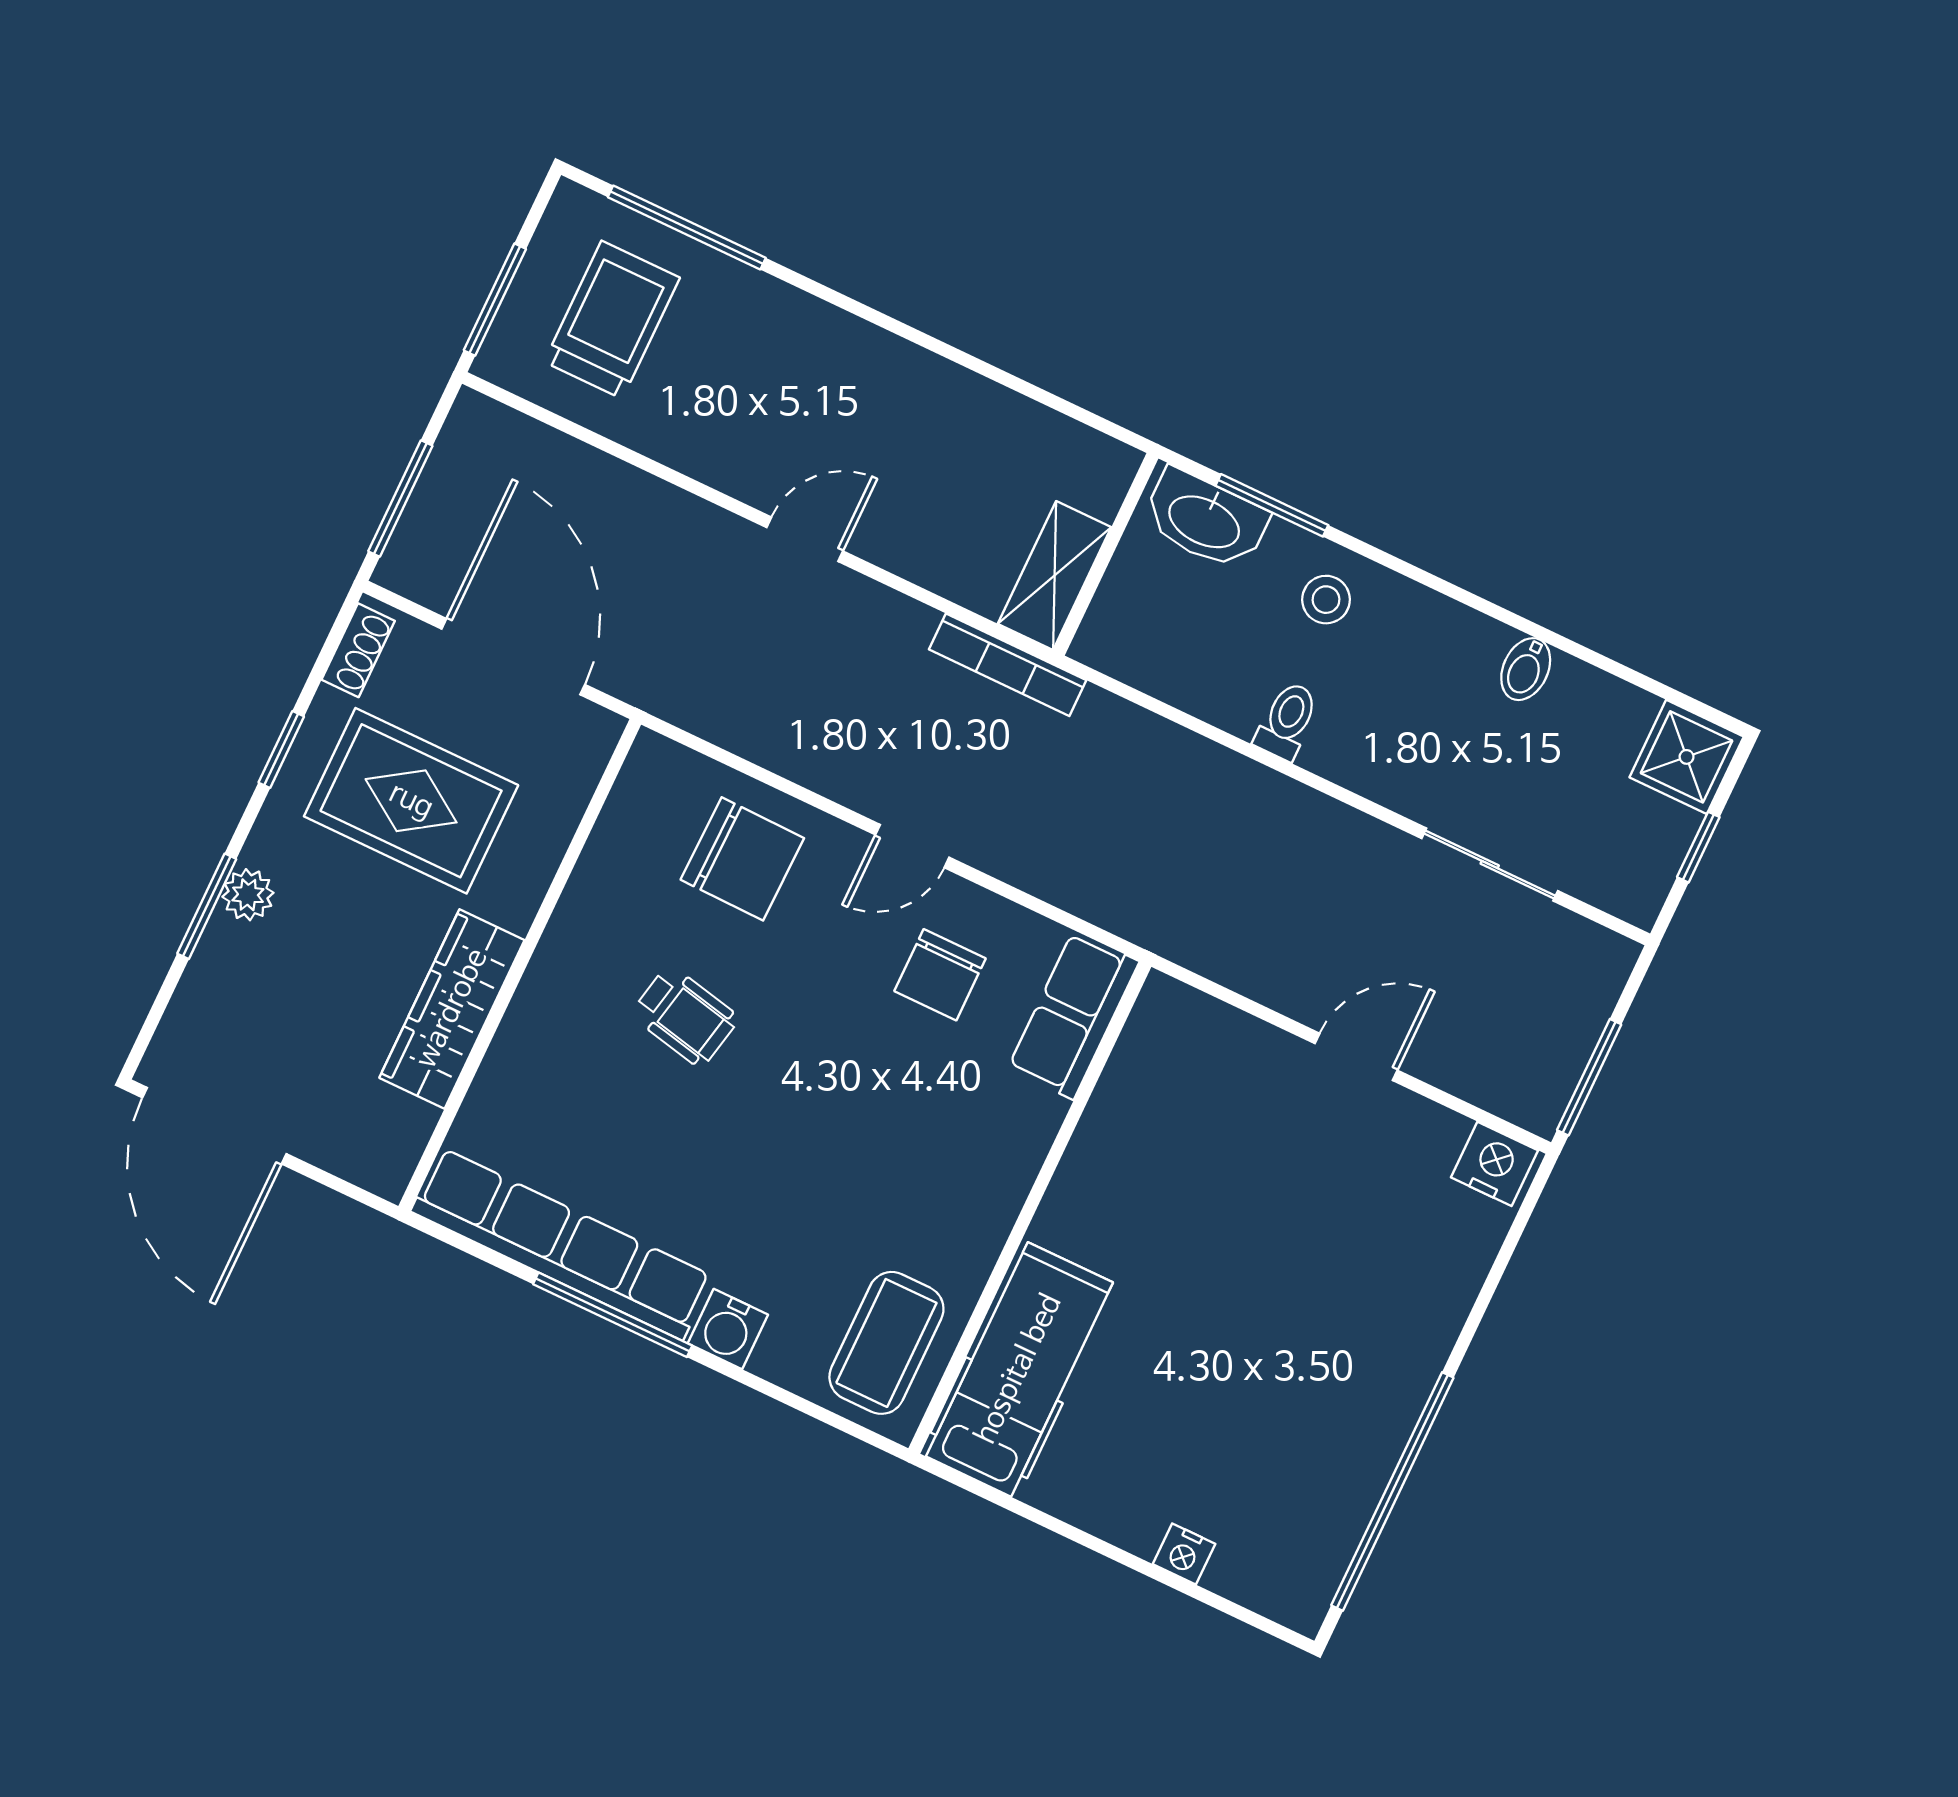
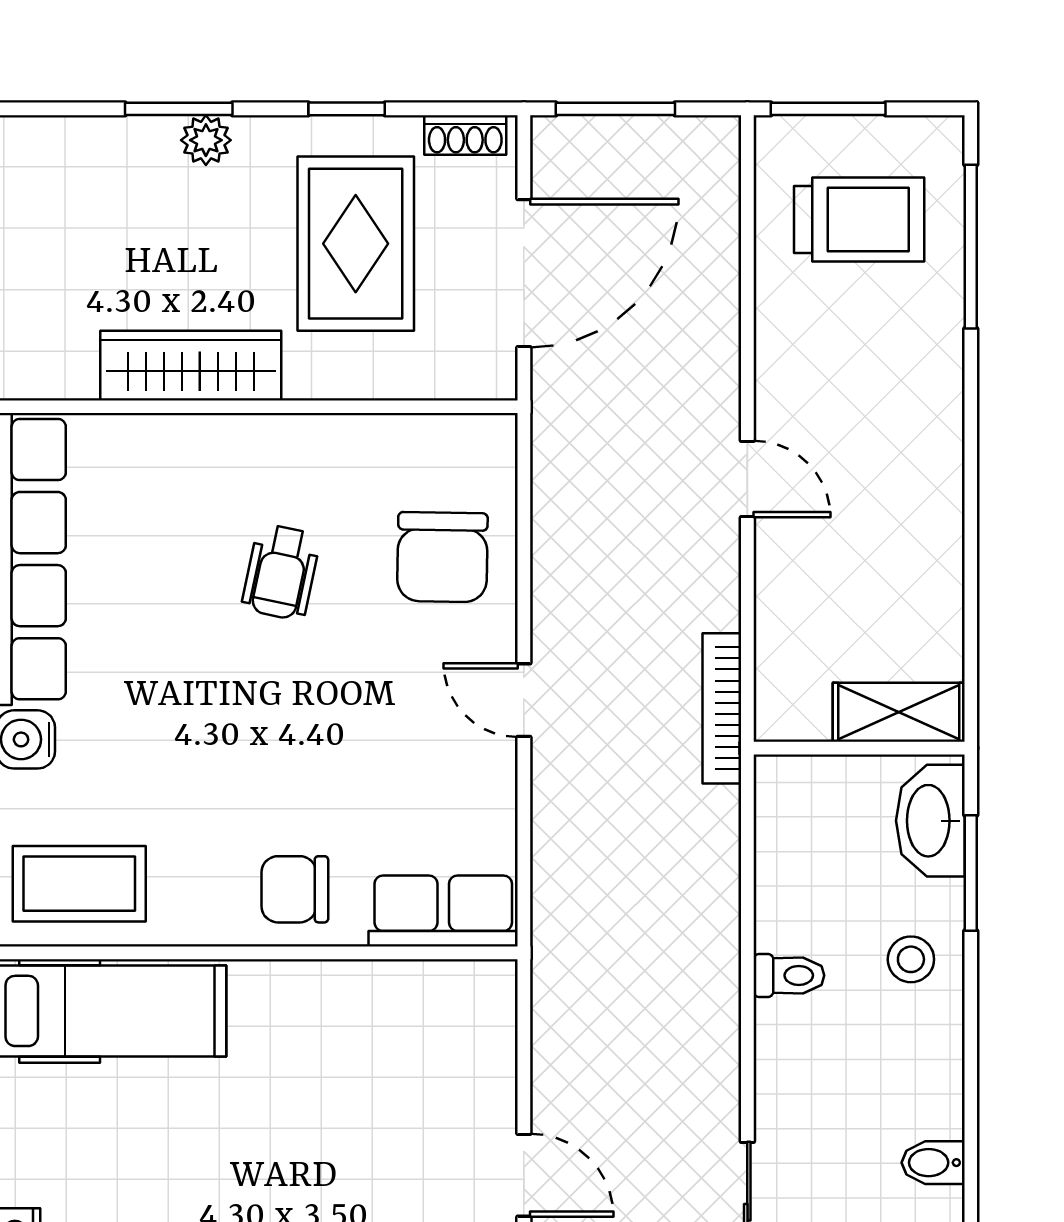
shelving: (1055, 576) -> (899, 712), moved
chair: (940, 975) -> (295, 889), moved

